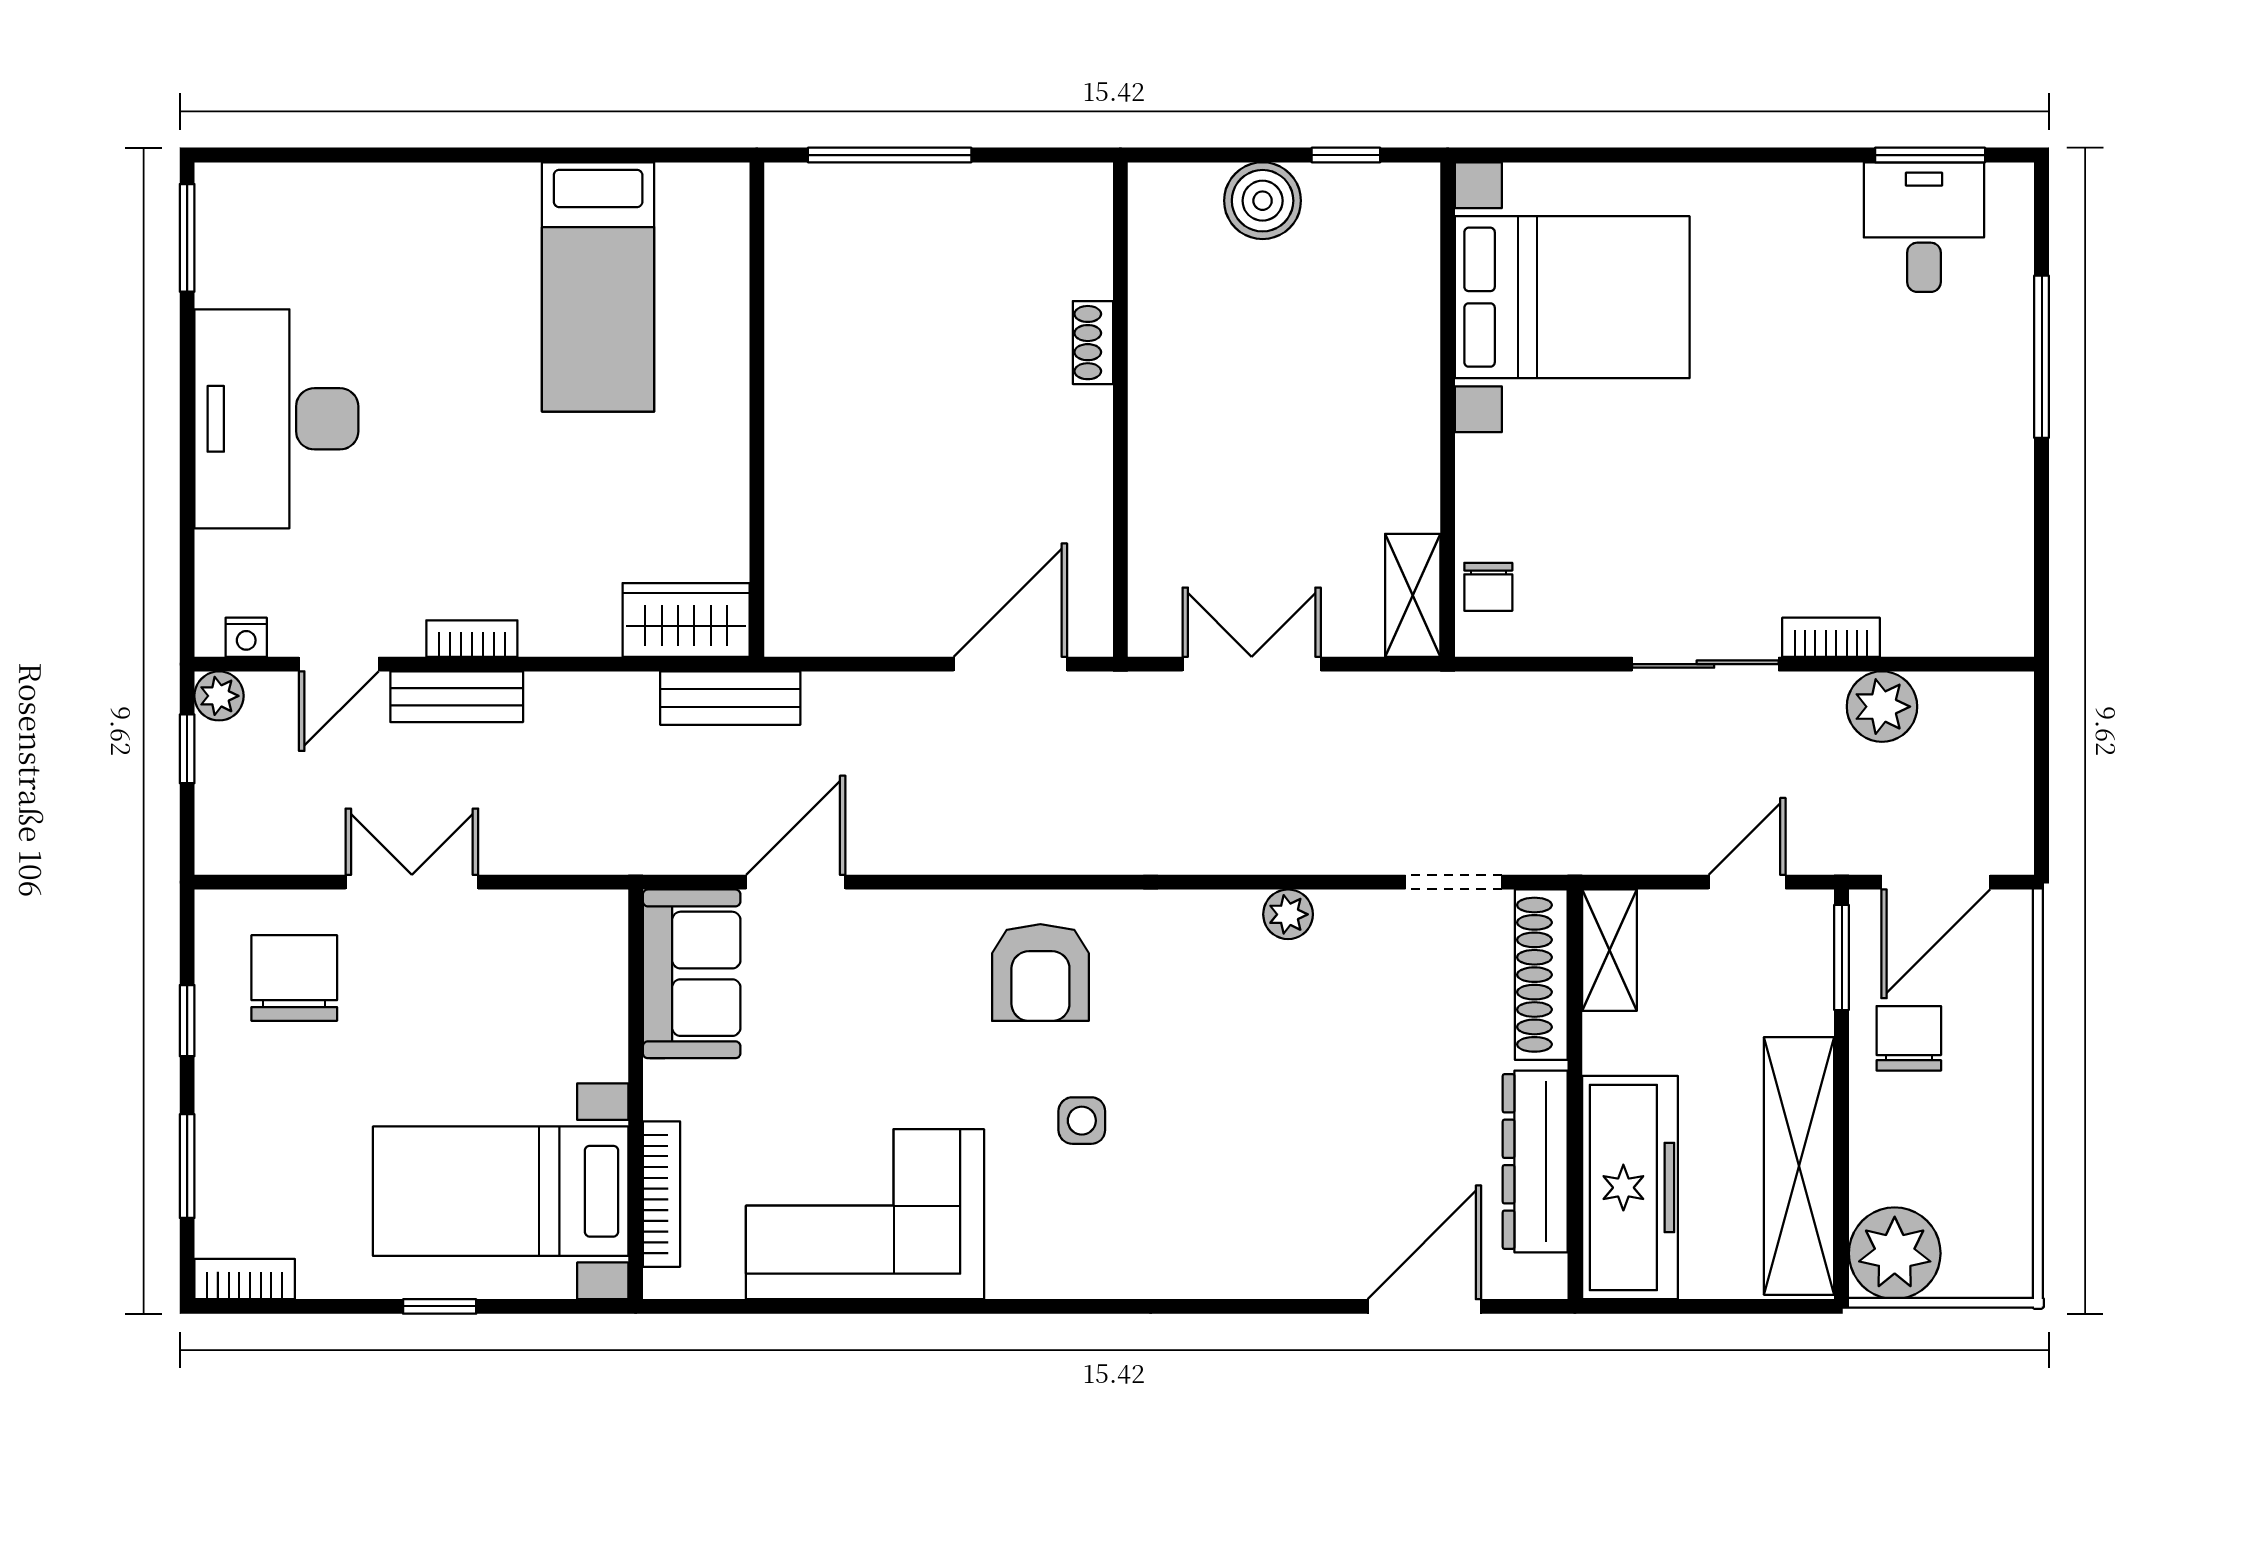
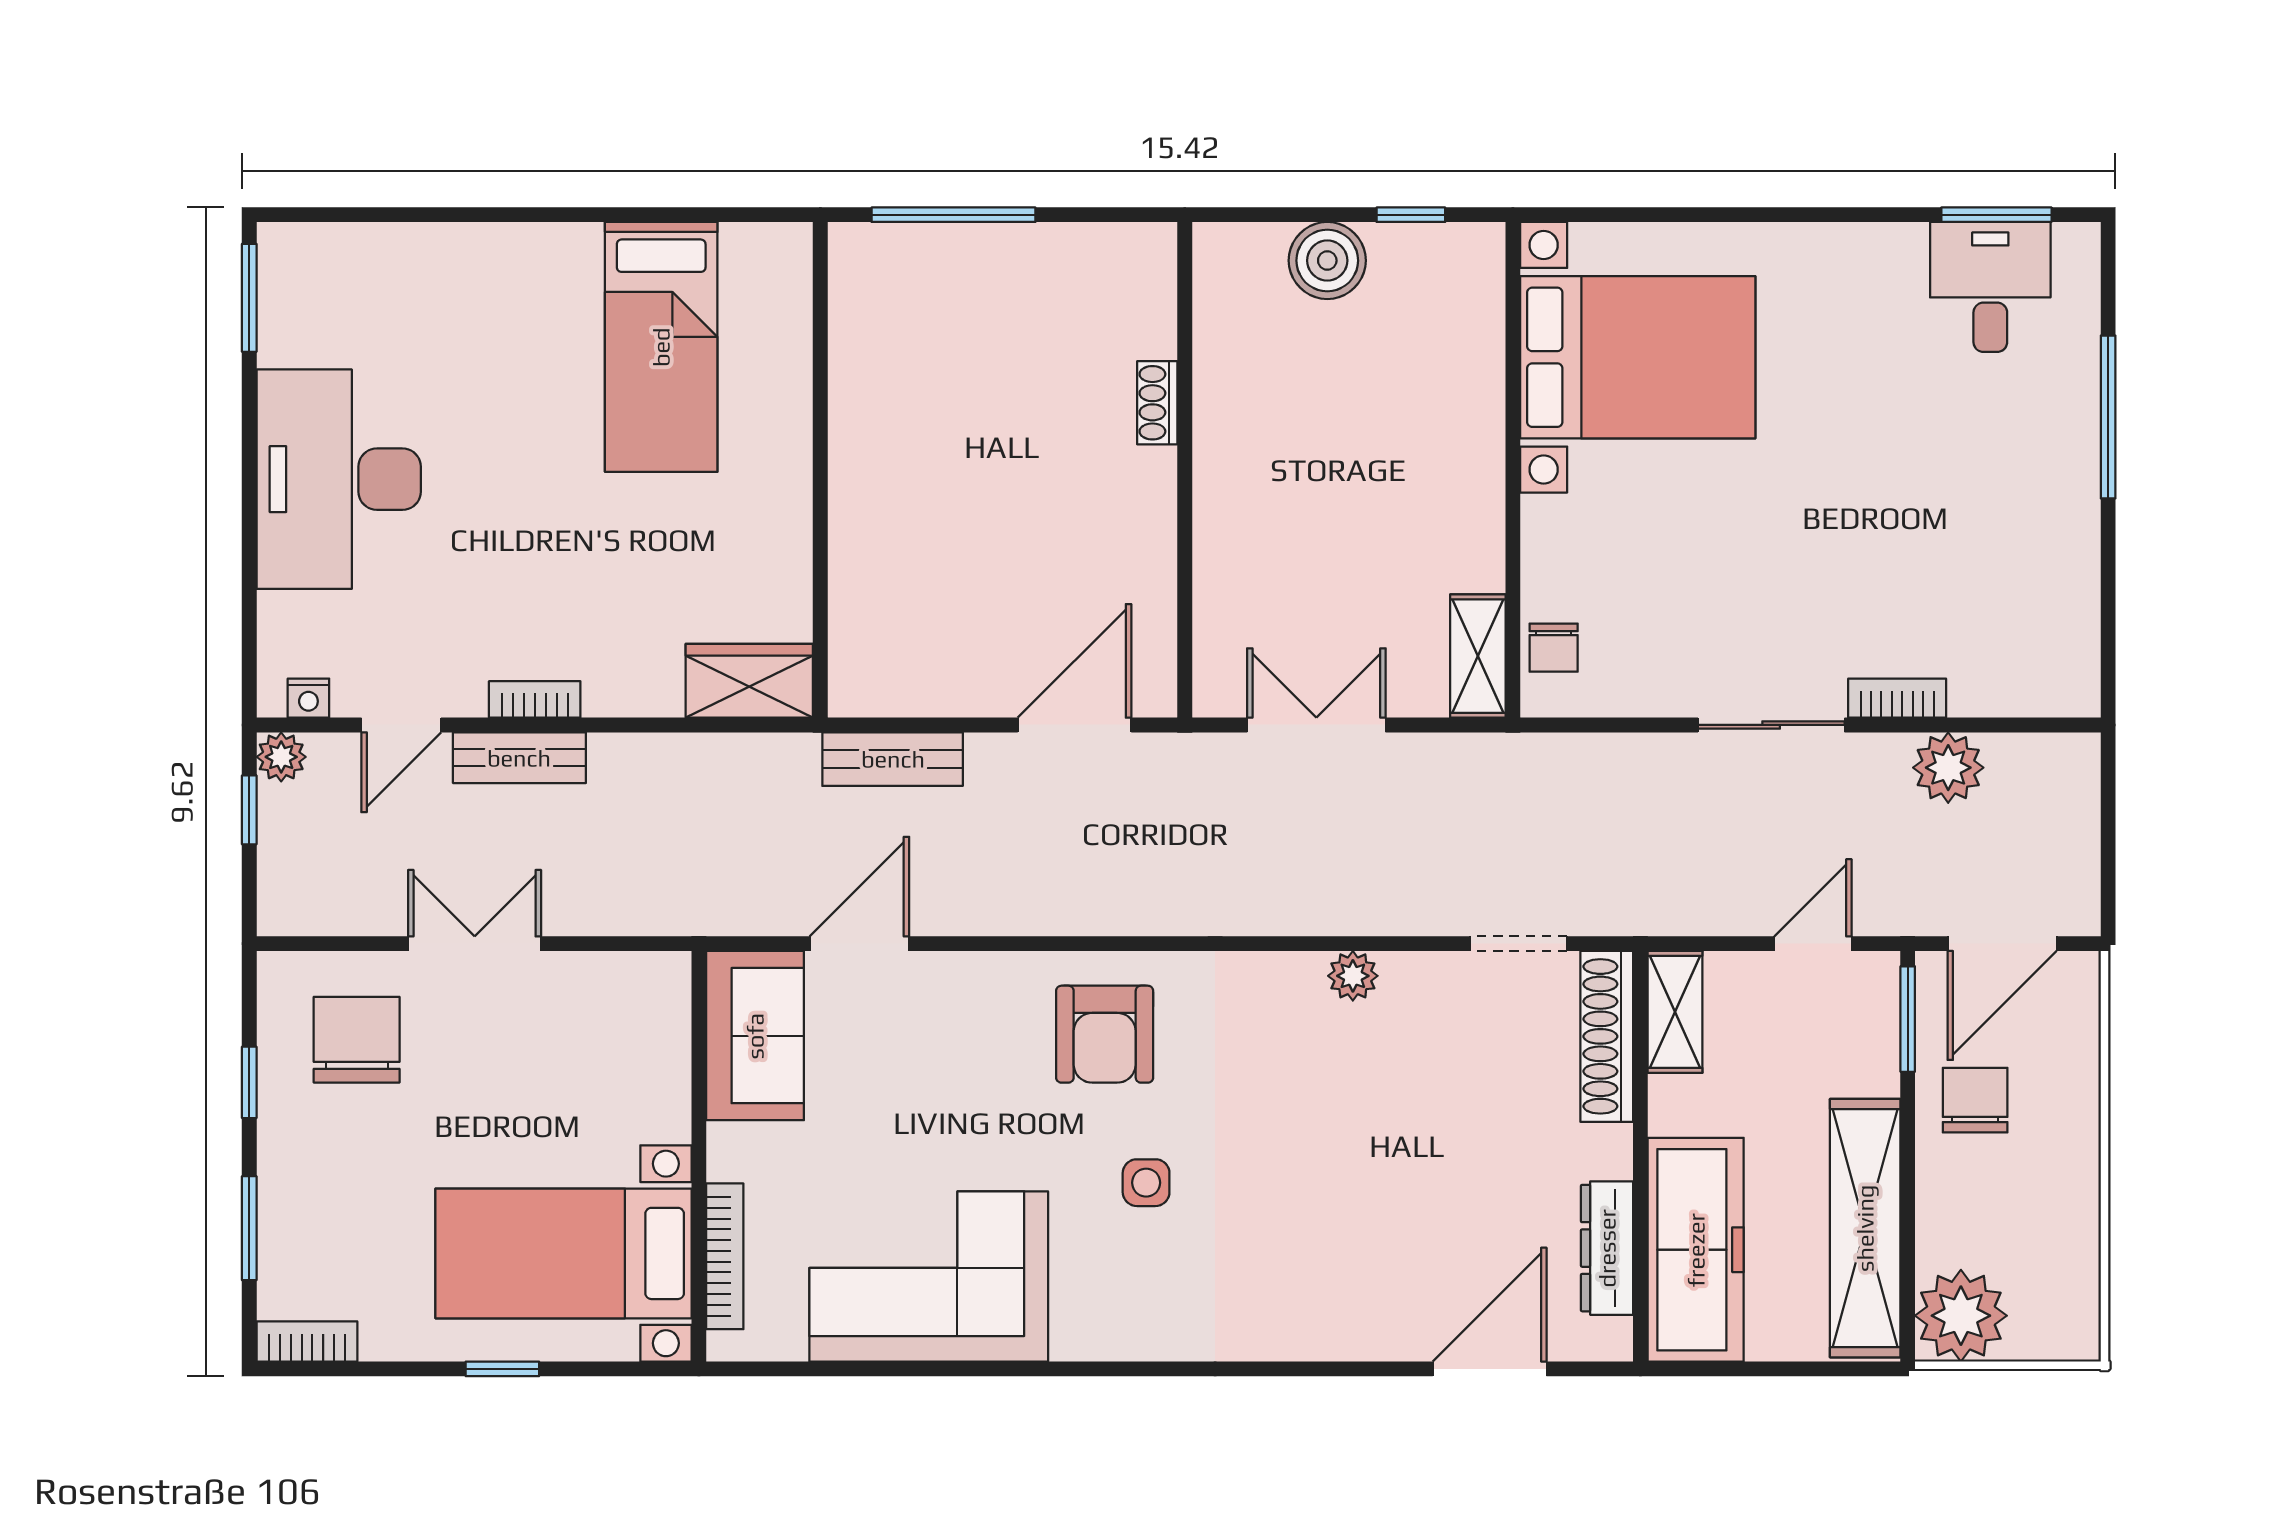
bench: (730, 698) -> (893, 759), moved
dresser: (1535, 1162) -> (1607, 1248), width x0.73, depth x0.80

